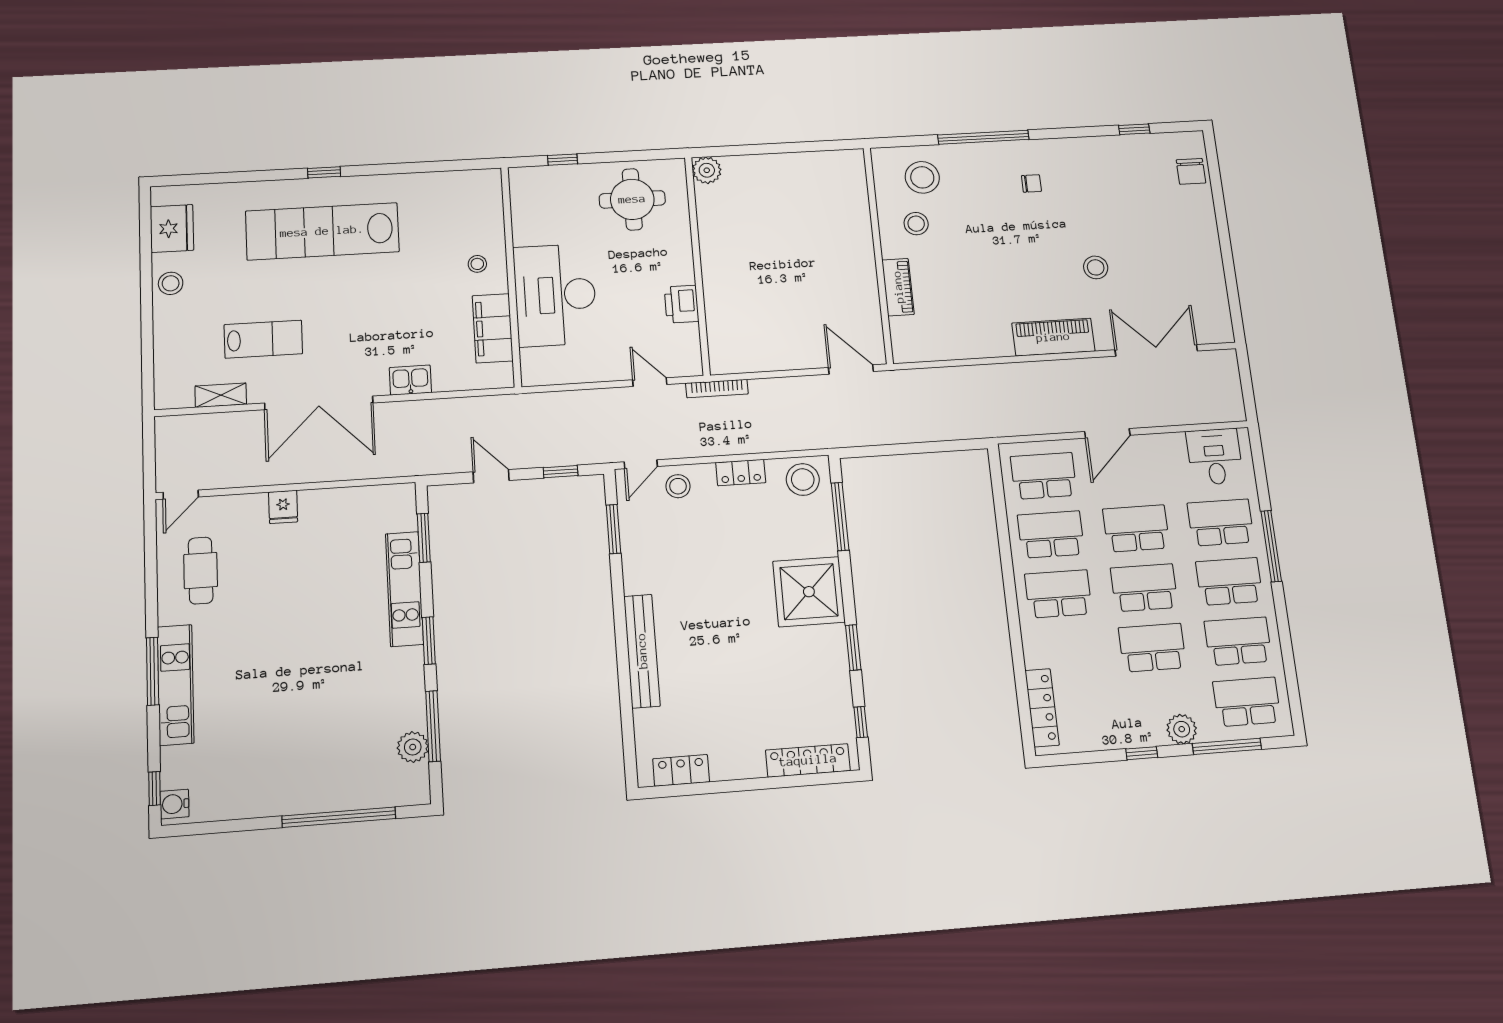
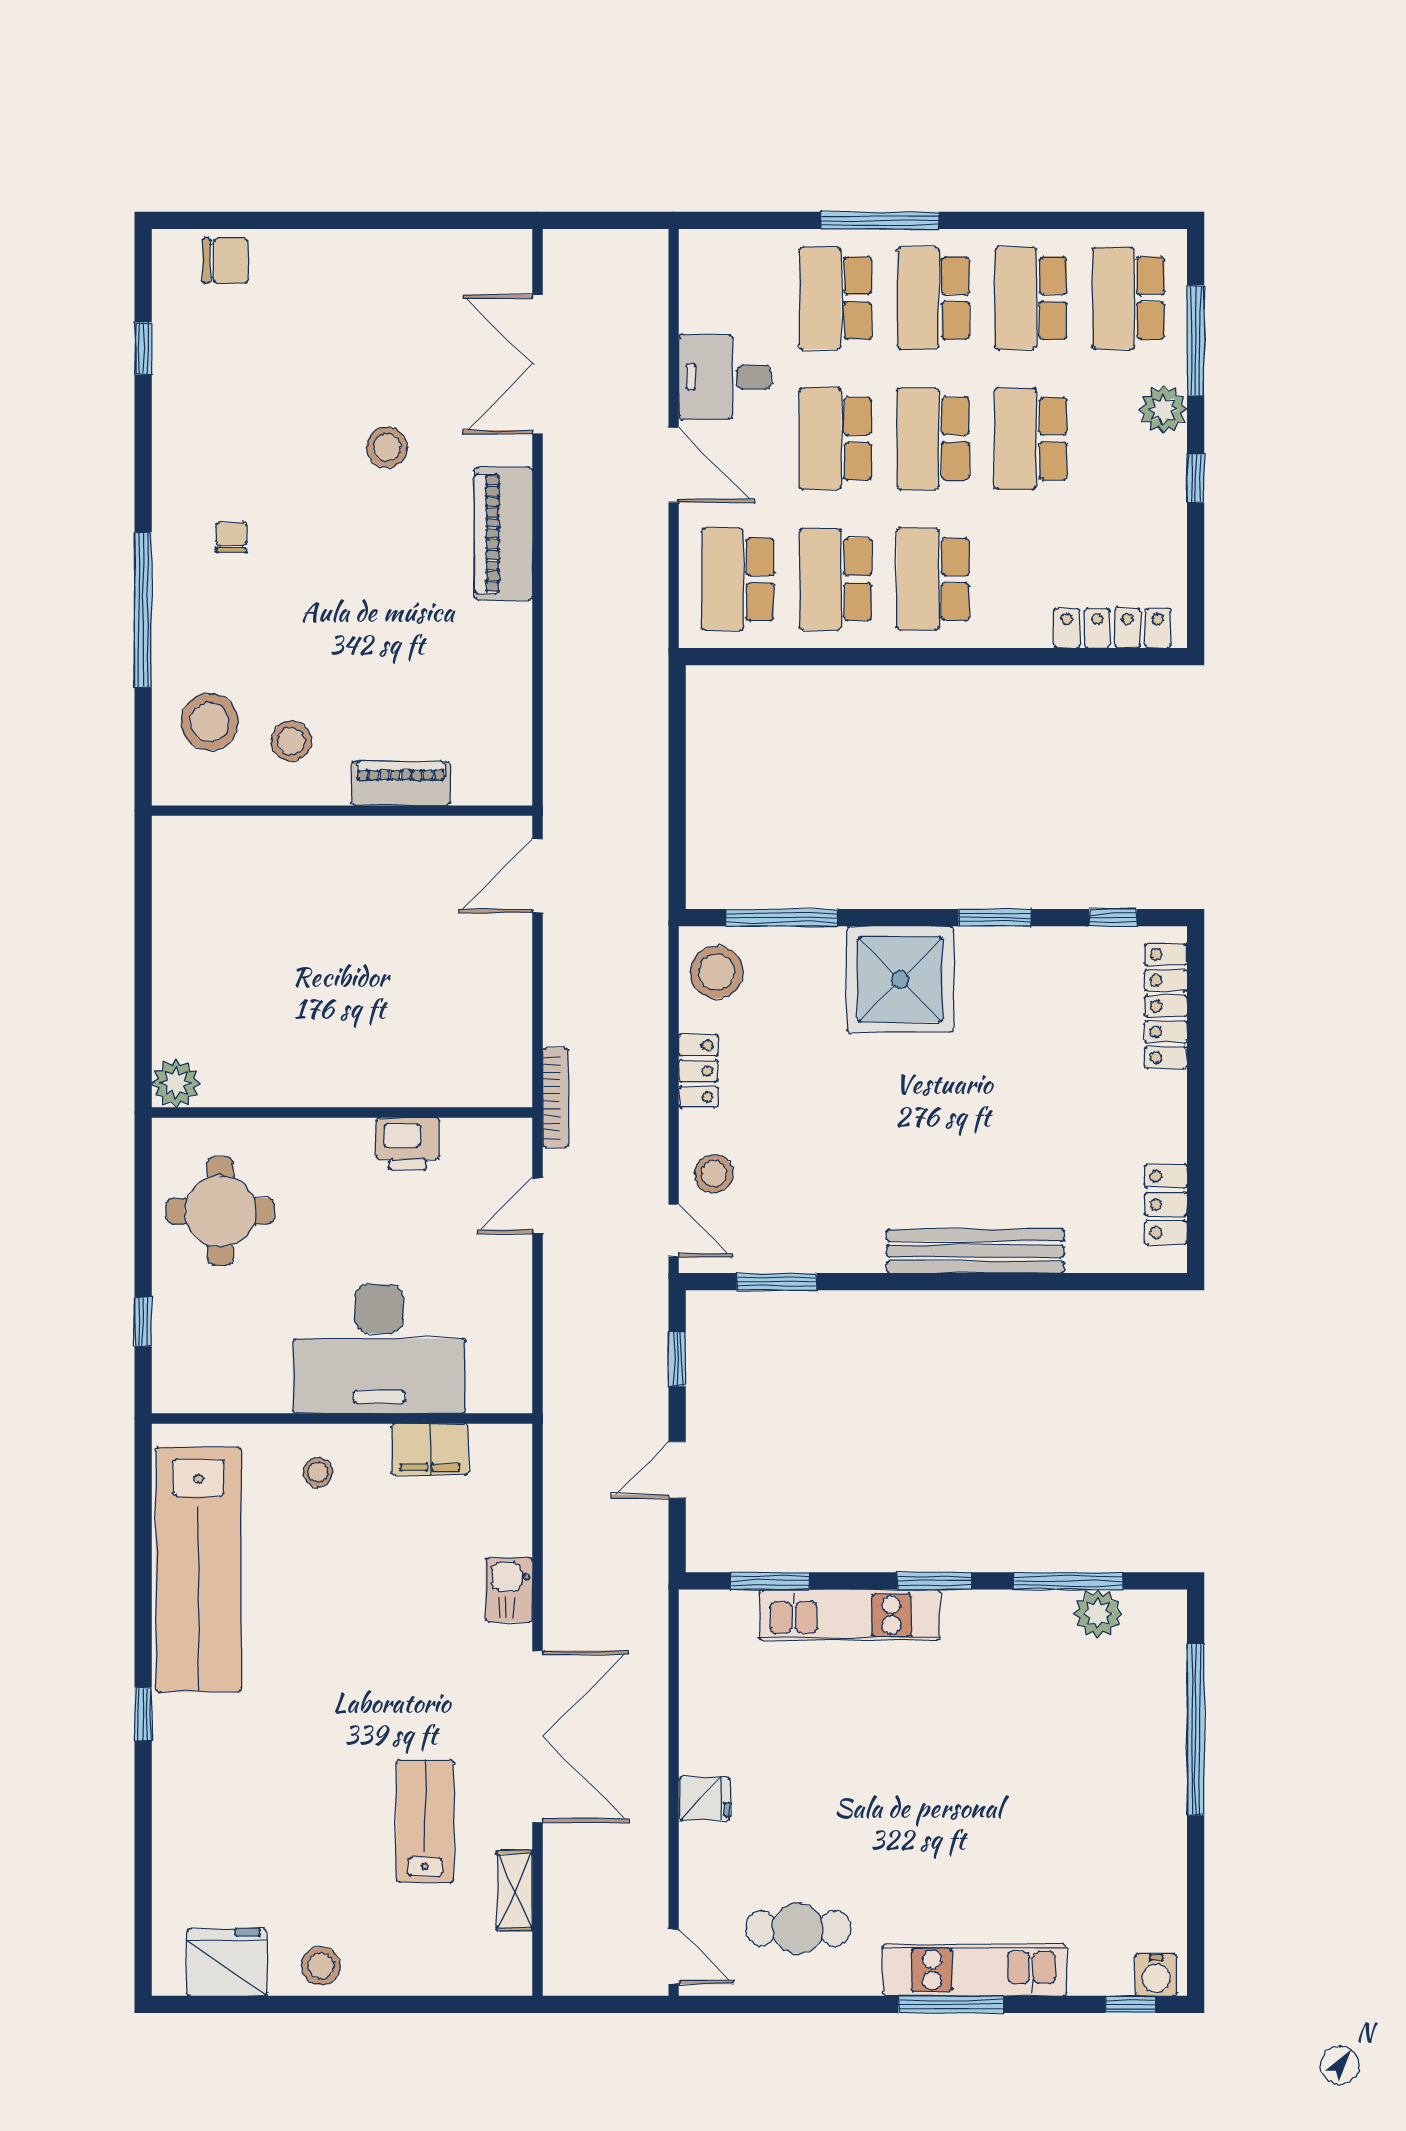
lab bench: (322, 231) -> (198, 1570), moved
filing cabinet: (493, 328) -> (430, 1449), width x0.67, depth x0.86
desk: (1215, 457) -> (725, 377), moved

